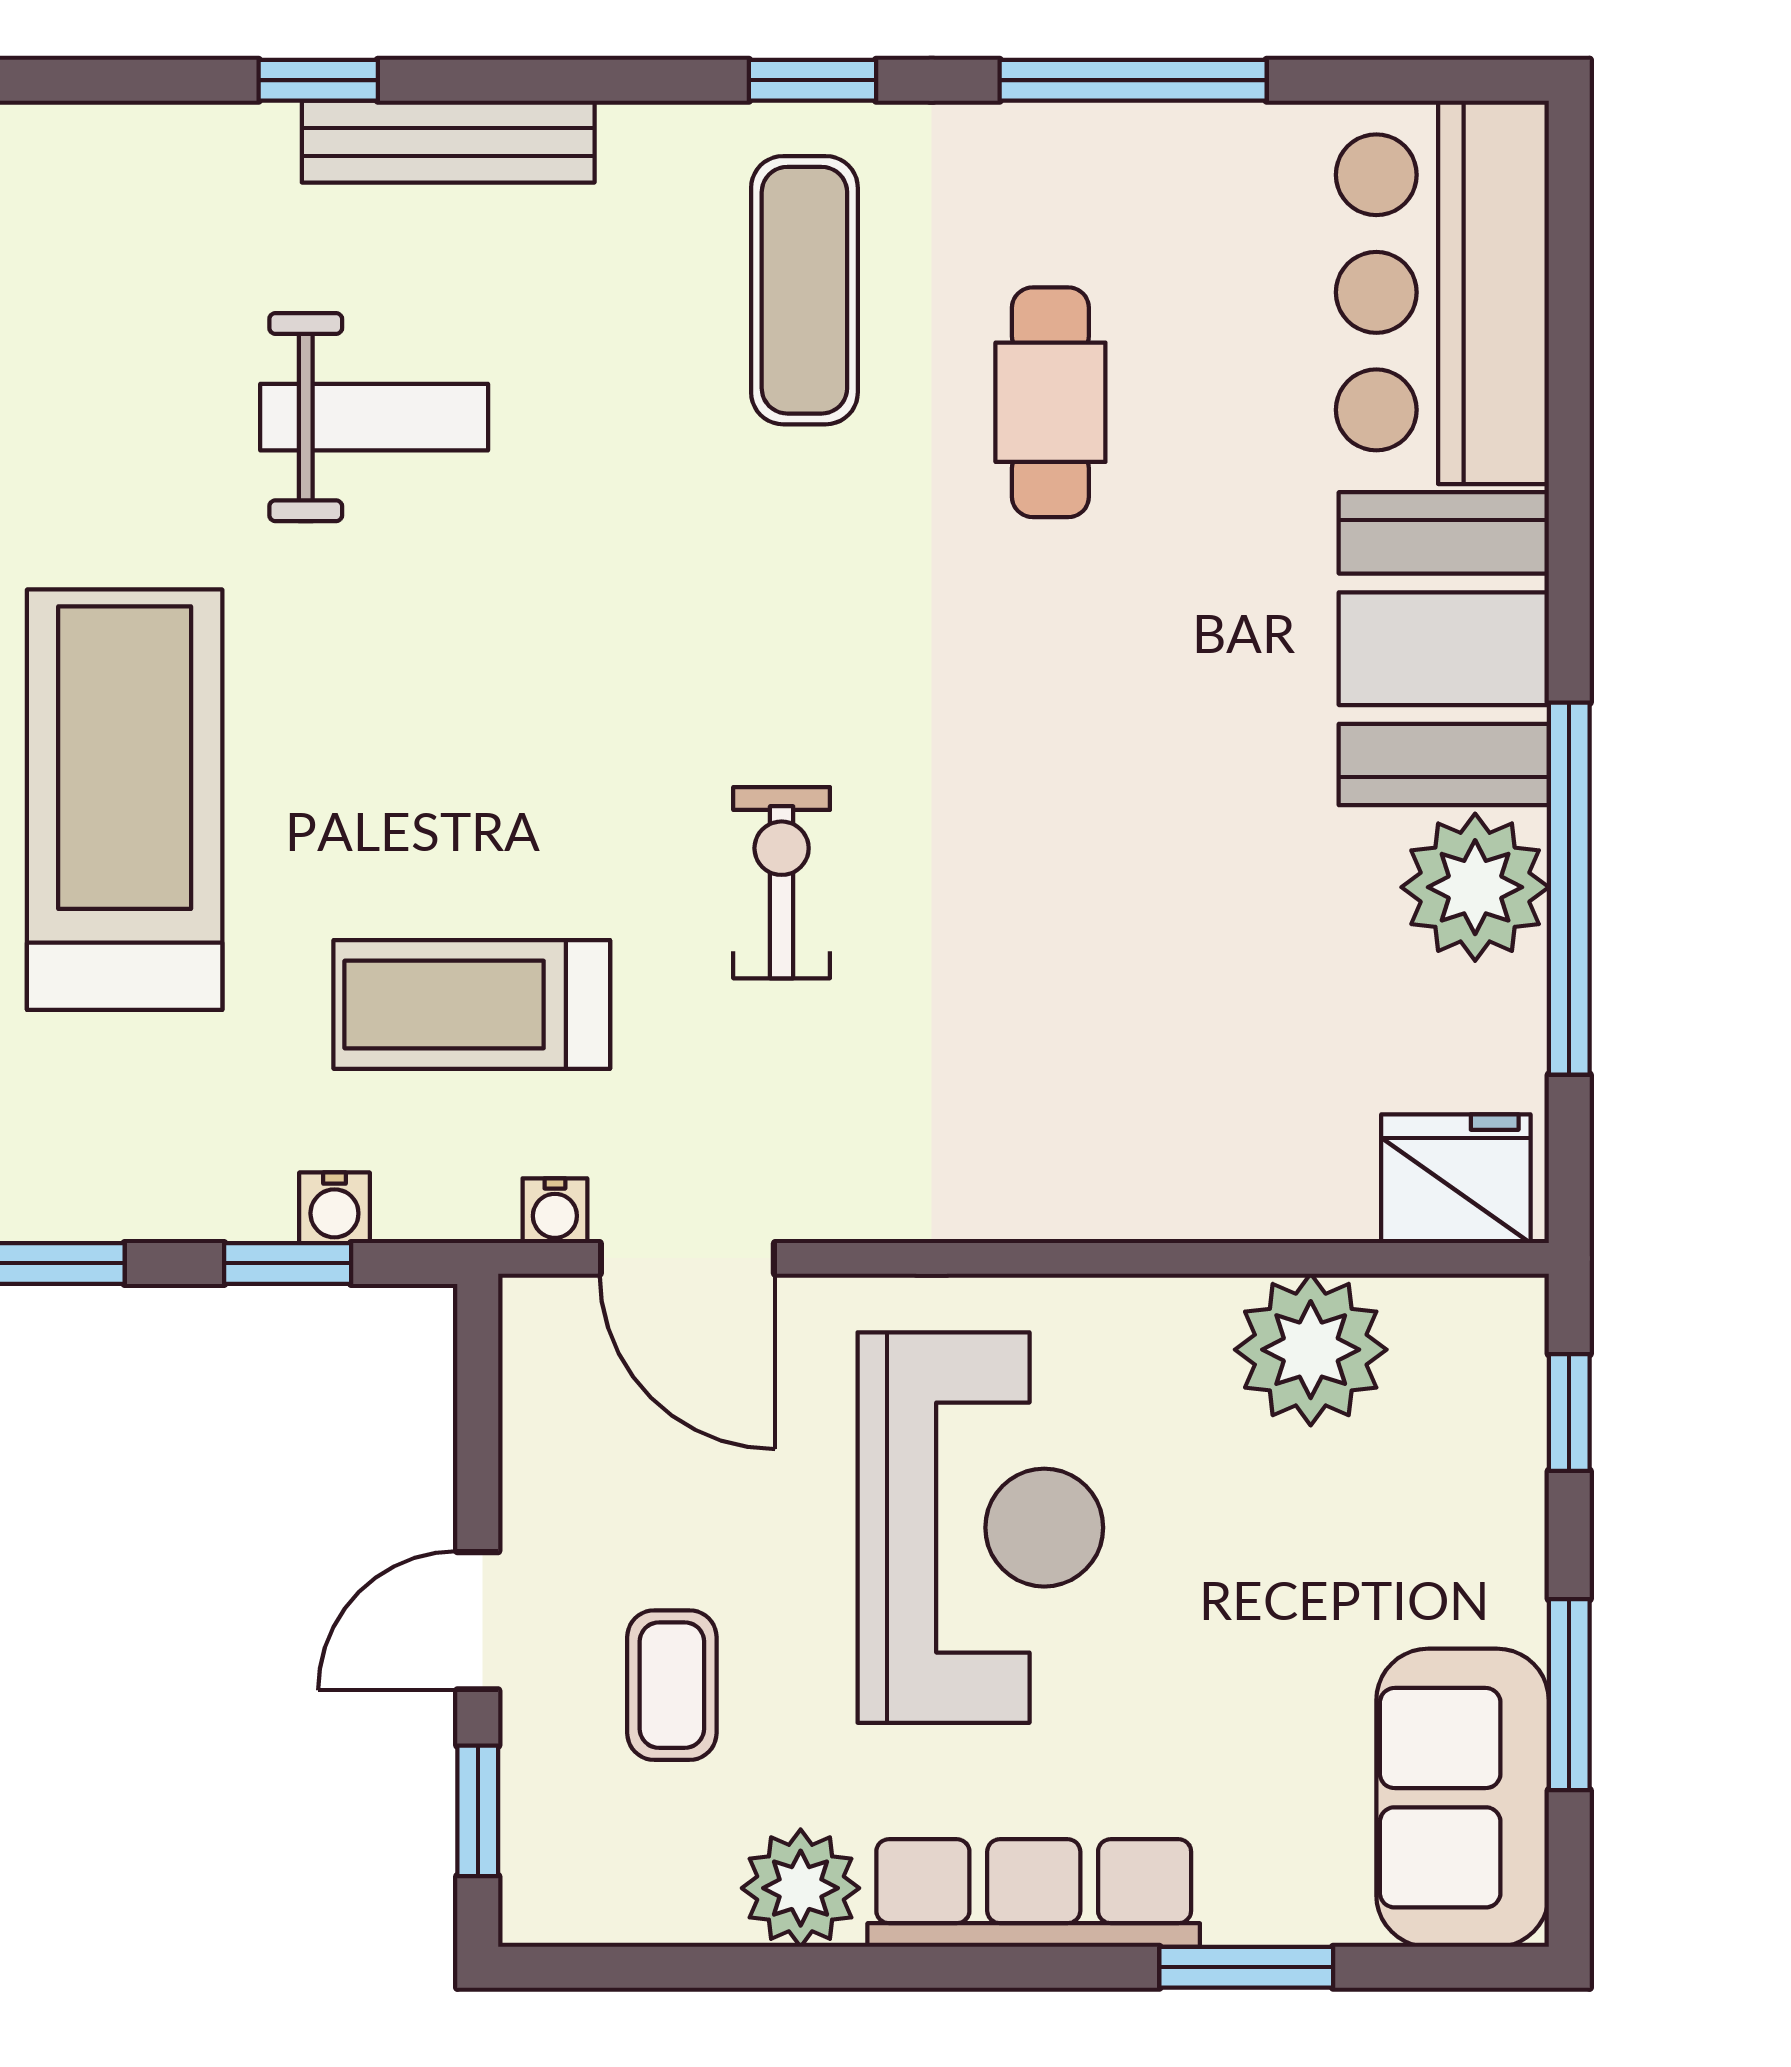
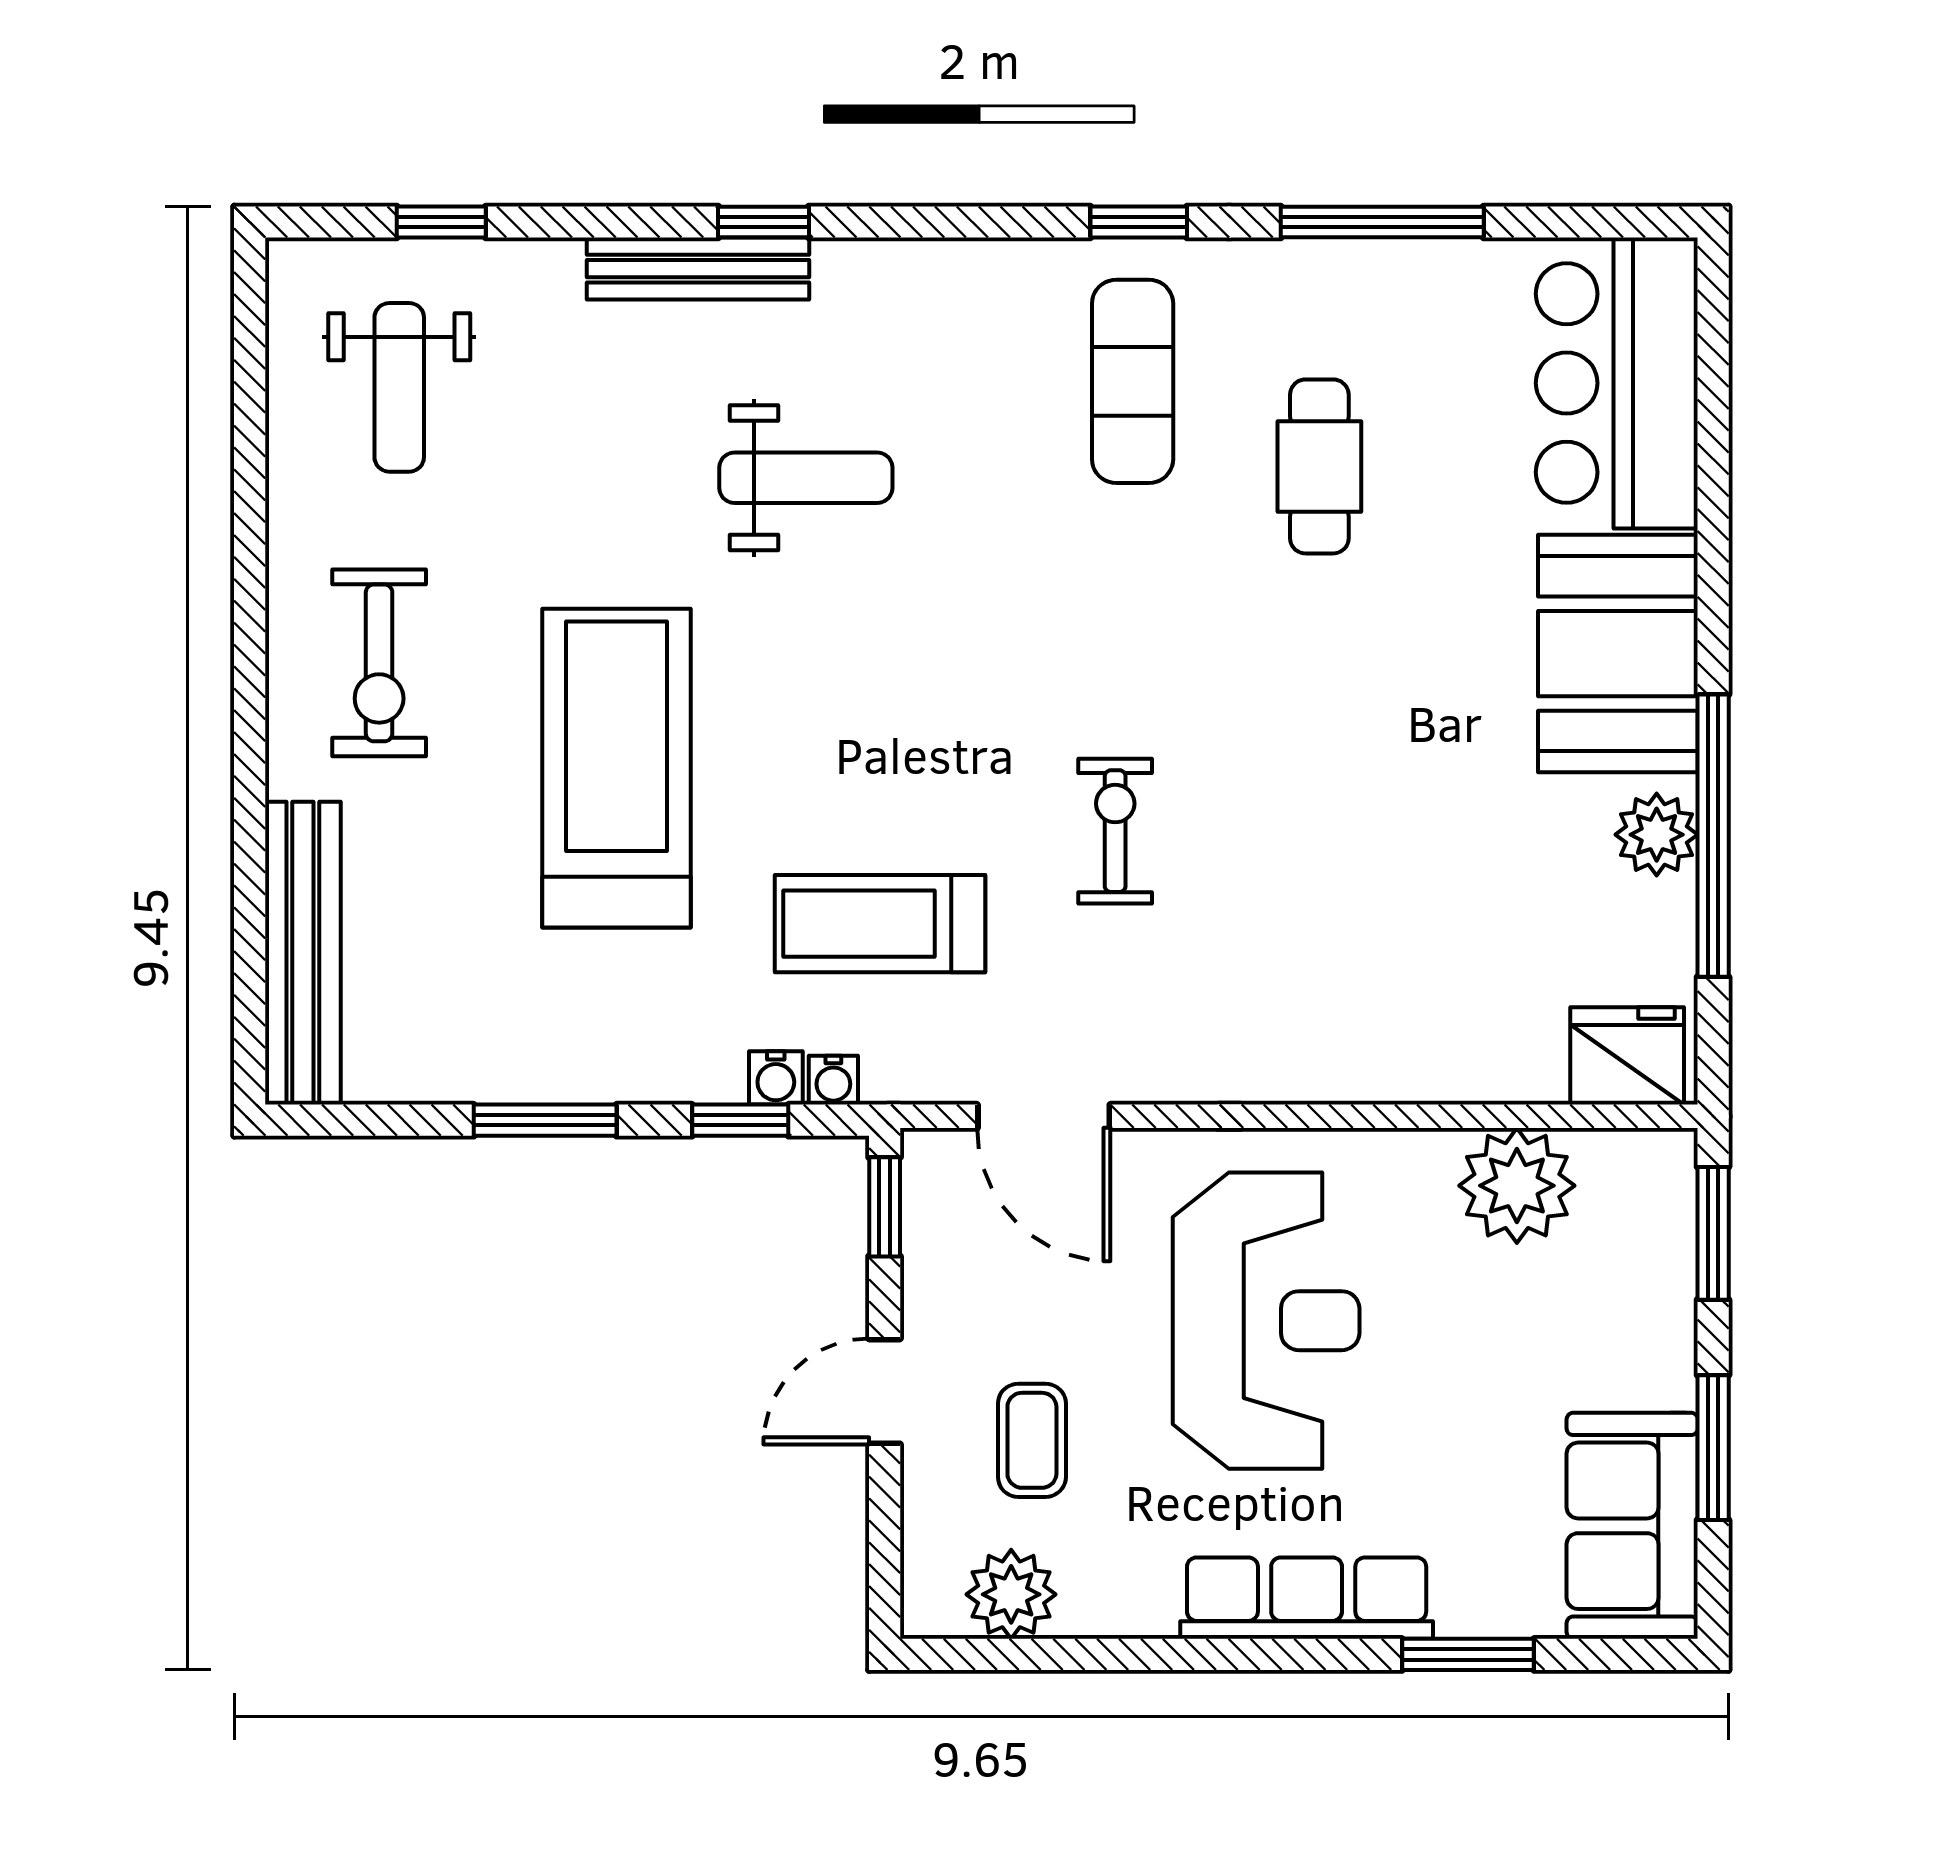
bench: (448, 142) -> (698, 269), moved
plant: (1475, 887) -> (1657, 835), width x0.73, depth x0.73
water cooler: (555, 1211) -> (833, 1080), moved
window: (1569, 1412) -> (1713, 1233), width x1.50
window: (478, 1811) -> (885, 1207), moved
plant: (801, 1888) -> (1011, 1594), moved

